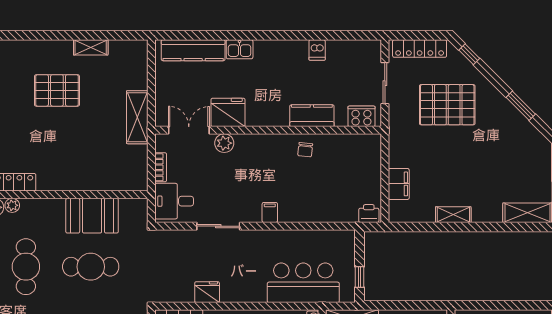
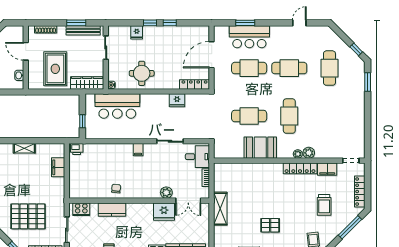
pallet: (57, 90) -> (270, 225), width x0.67, depth x0.71
booth: (92, 216) -> (260, 148), moved
window: (360, 277) -> (82, 121), moved

